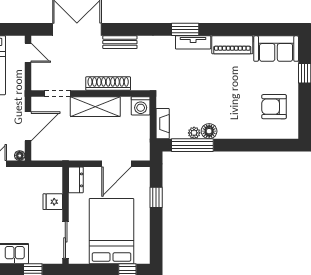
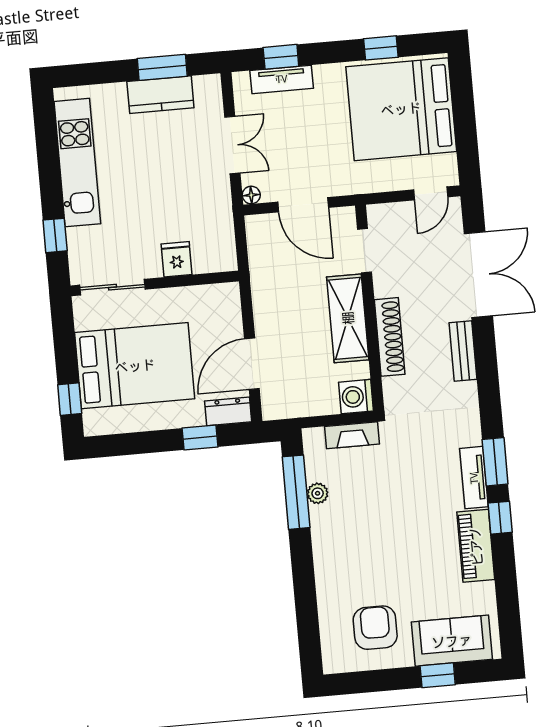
window: (217, 29) -> (500, 518), added
sofa: (276, 49) -> (452, 641), moved, turned 90
fireplace: (163, 124) -> (352, 435), moved
floor lamp: (209, 131) -> (323, 519), removed
door: (116, 164) -> (252, 364), hinge flipped
dresser: (76, 180) -> (228, 411), moved, turned 180

